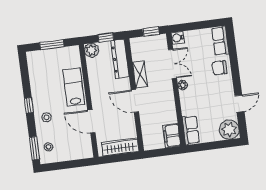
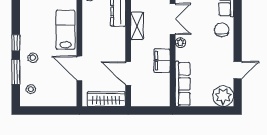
chair: (219, 68) -> (222, 30), turned 90
door: (135, 101) -> (128, 74), moved
row of seats: (191, 130) -> (183, 84), width x1.48
filing cabinet: (172, 136) -> (162, 61), moved
window: (34, 148) -> (16, 72), moved

